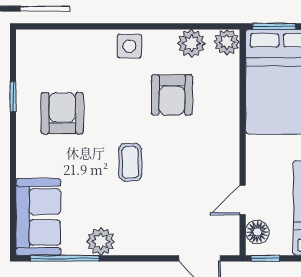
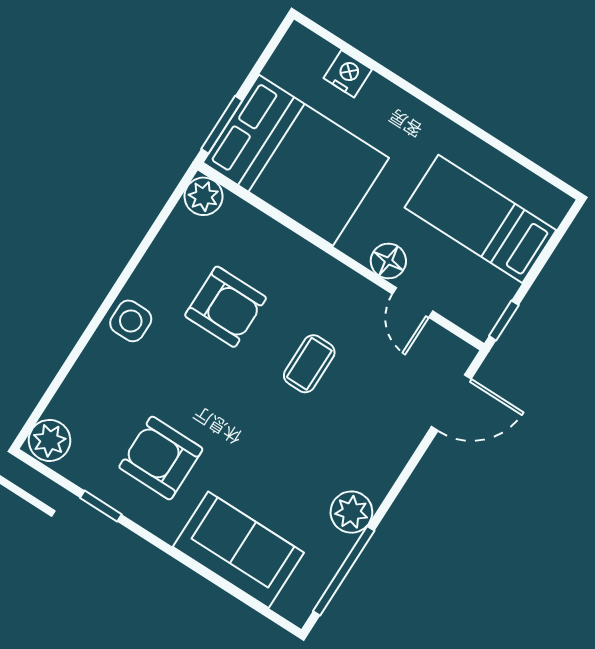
plant: (191, 43) -> (50, 440), moved
coffee table: (130, 162) -> (309, 364), moved, turned 90
sofa: (38, 217) -> (238, 550), moved
floor lamp: (257, 232) -> (388, 261), moved

